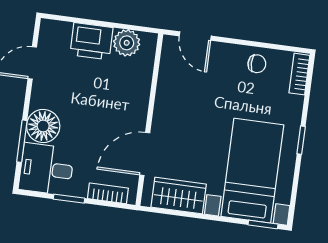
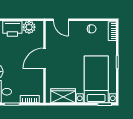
door: (145, 154) -> (45, 58), moved

